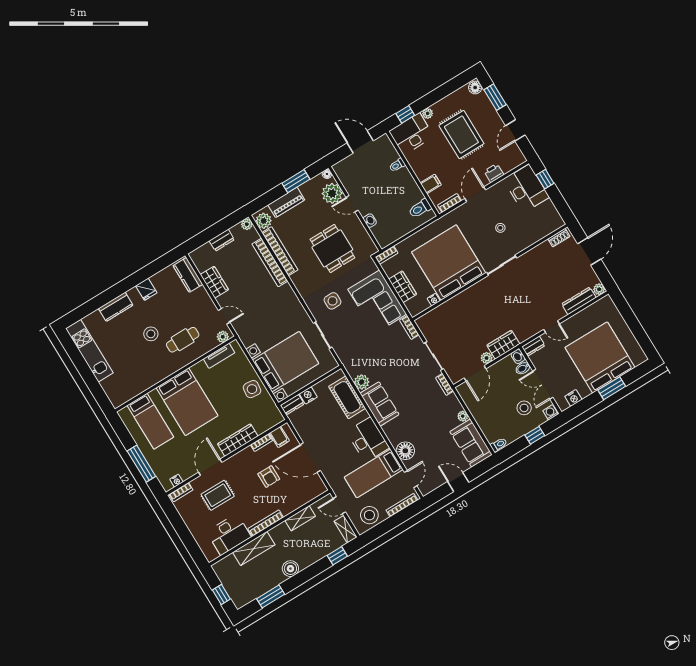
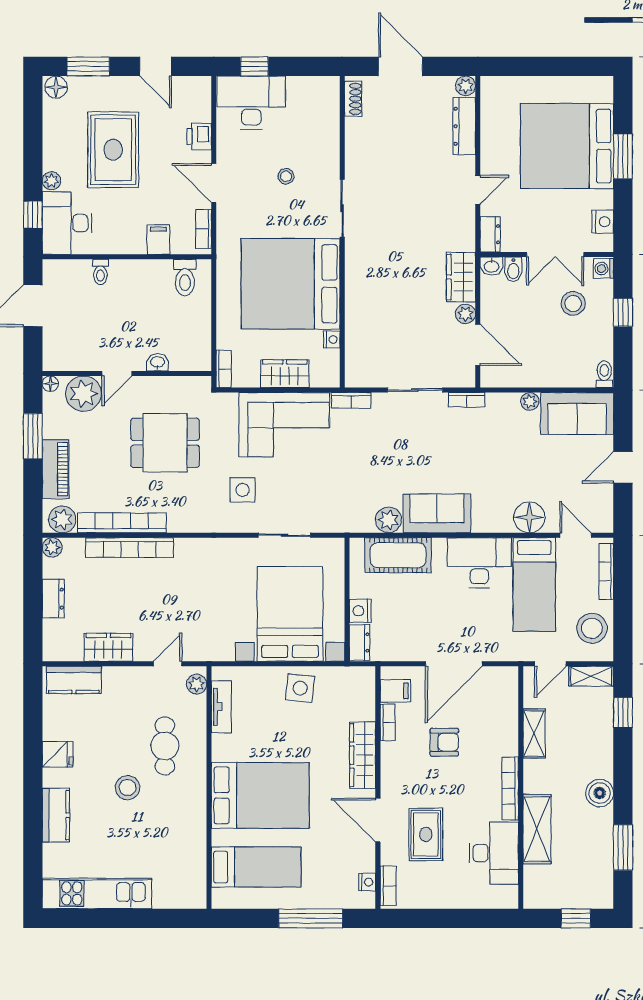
rug: (461, 135) -> (113, 150), turned 90

